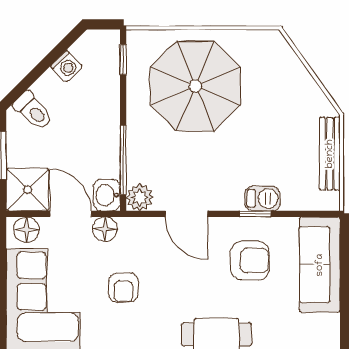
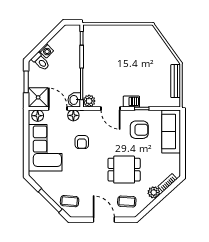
washing machine: (66, 66) -> (46, 51), moved
parasol: (195, 86) -> (114, 50), removed
barbecue: (262, 199) -> (131, 101), moved

